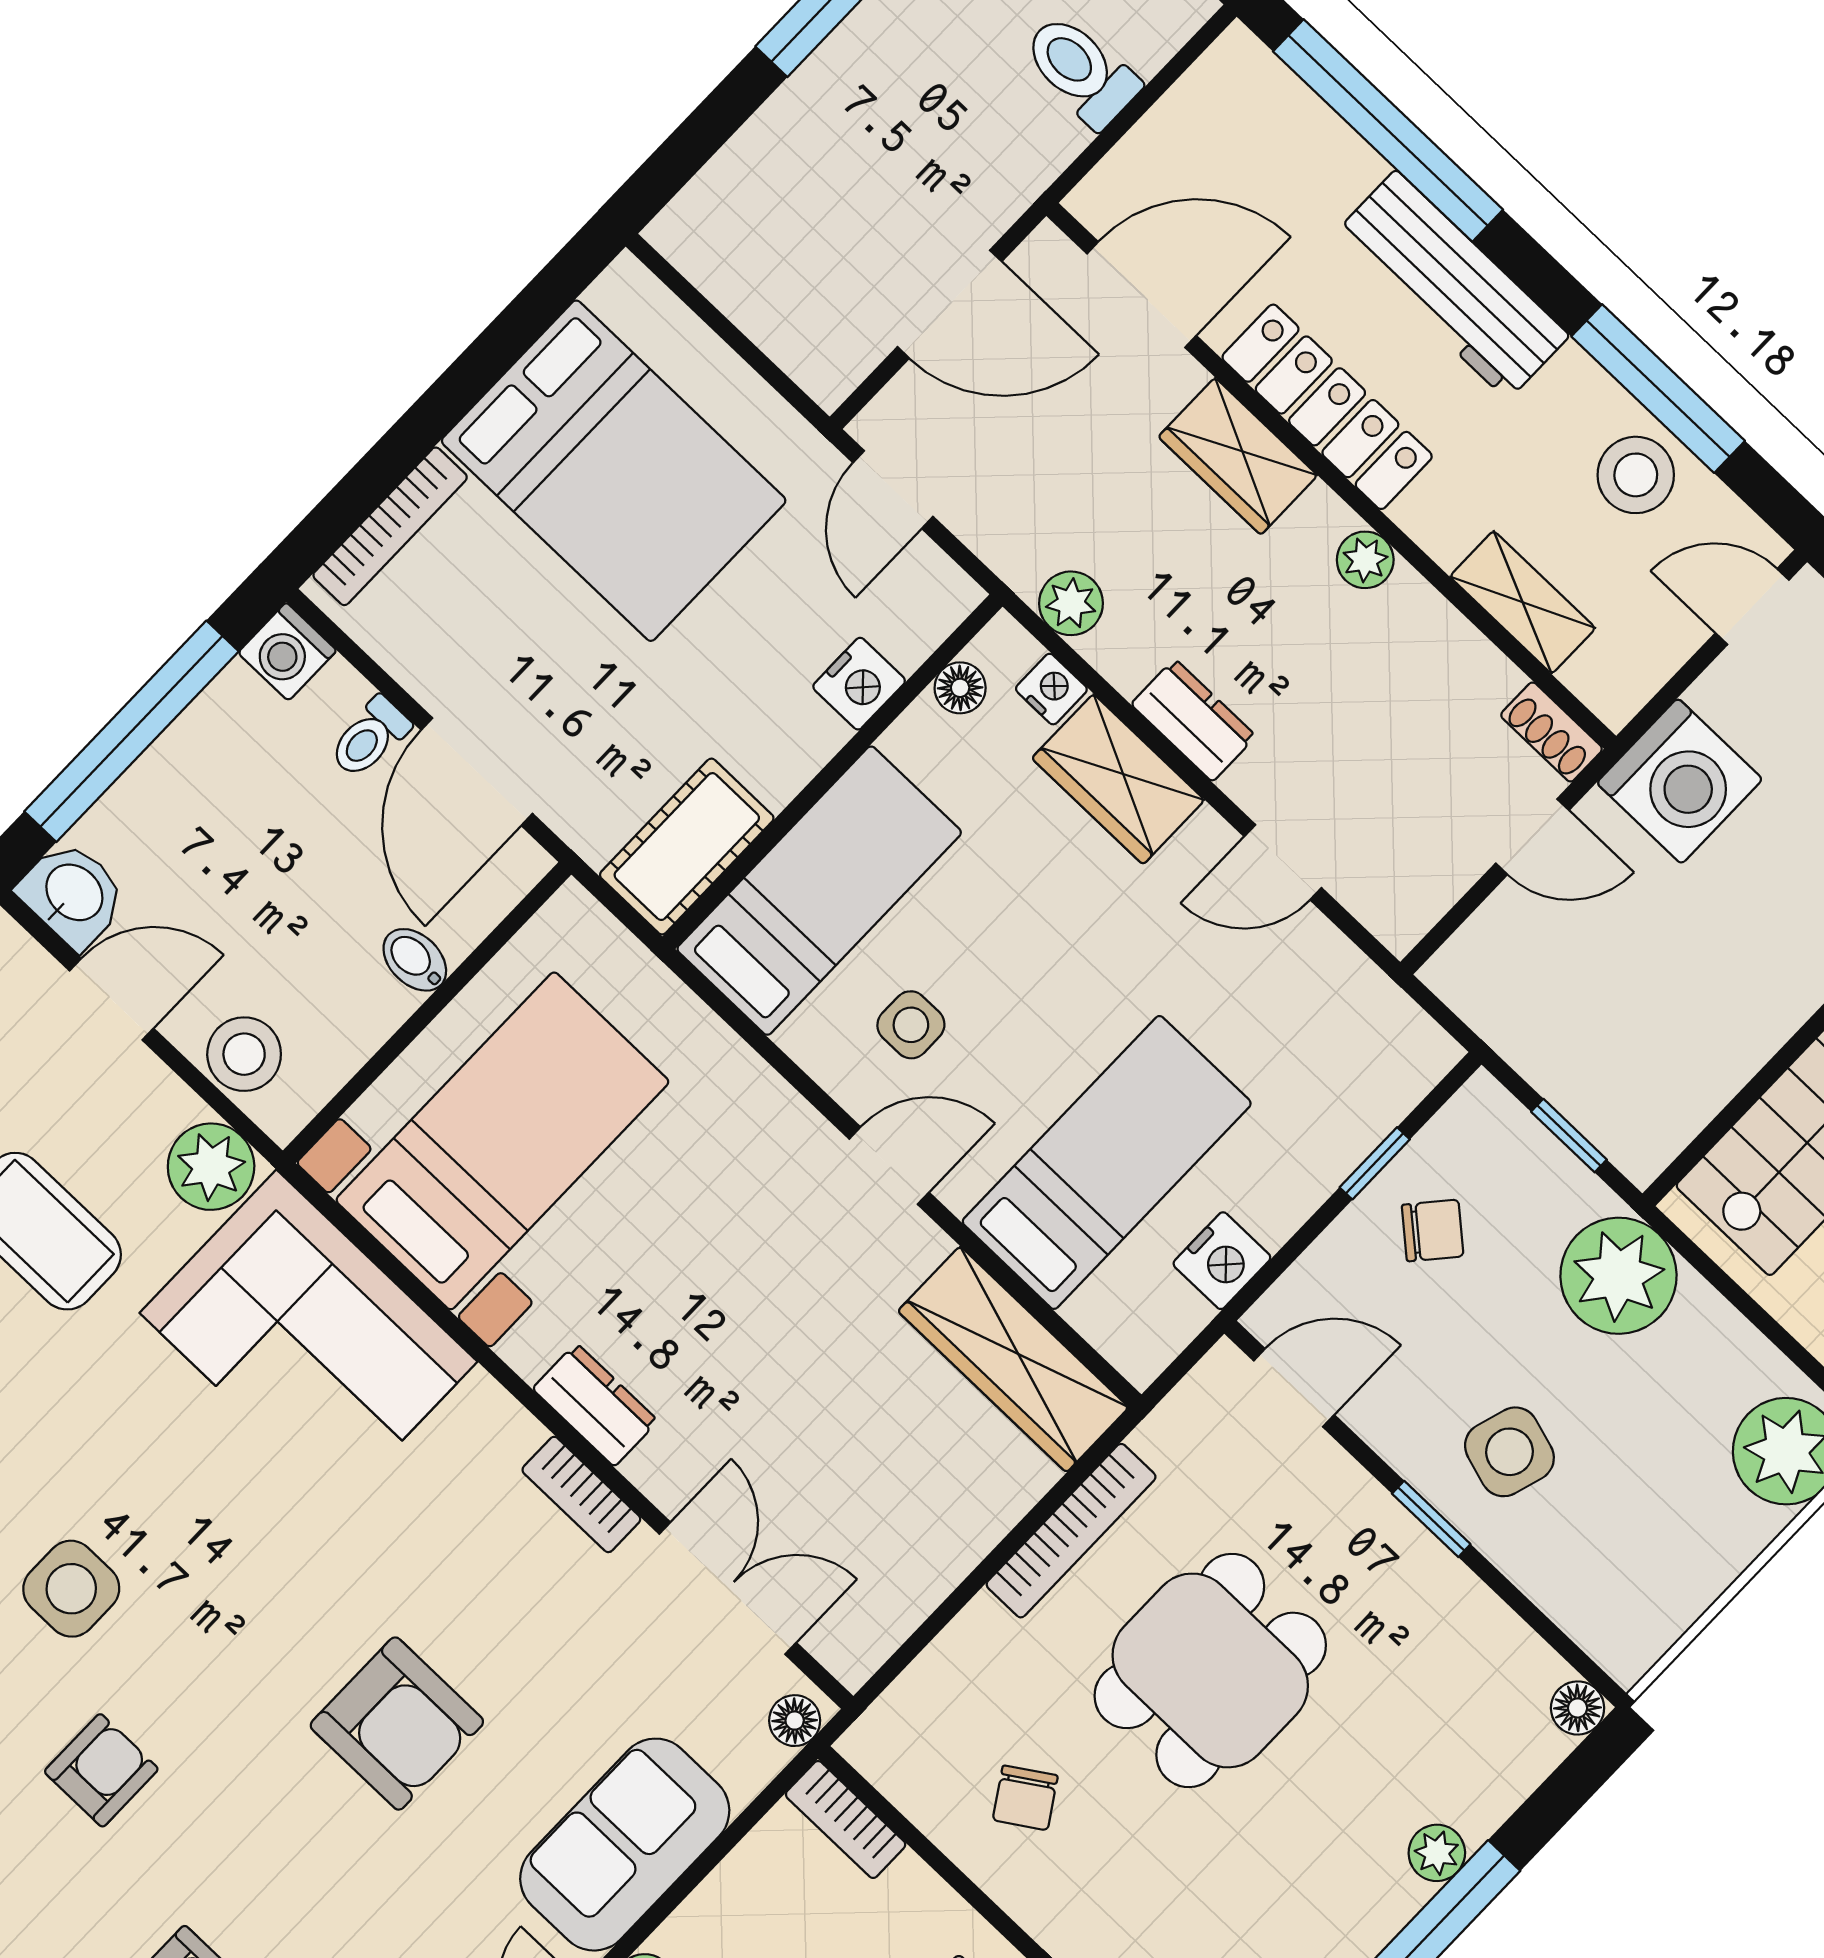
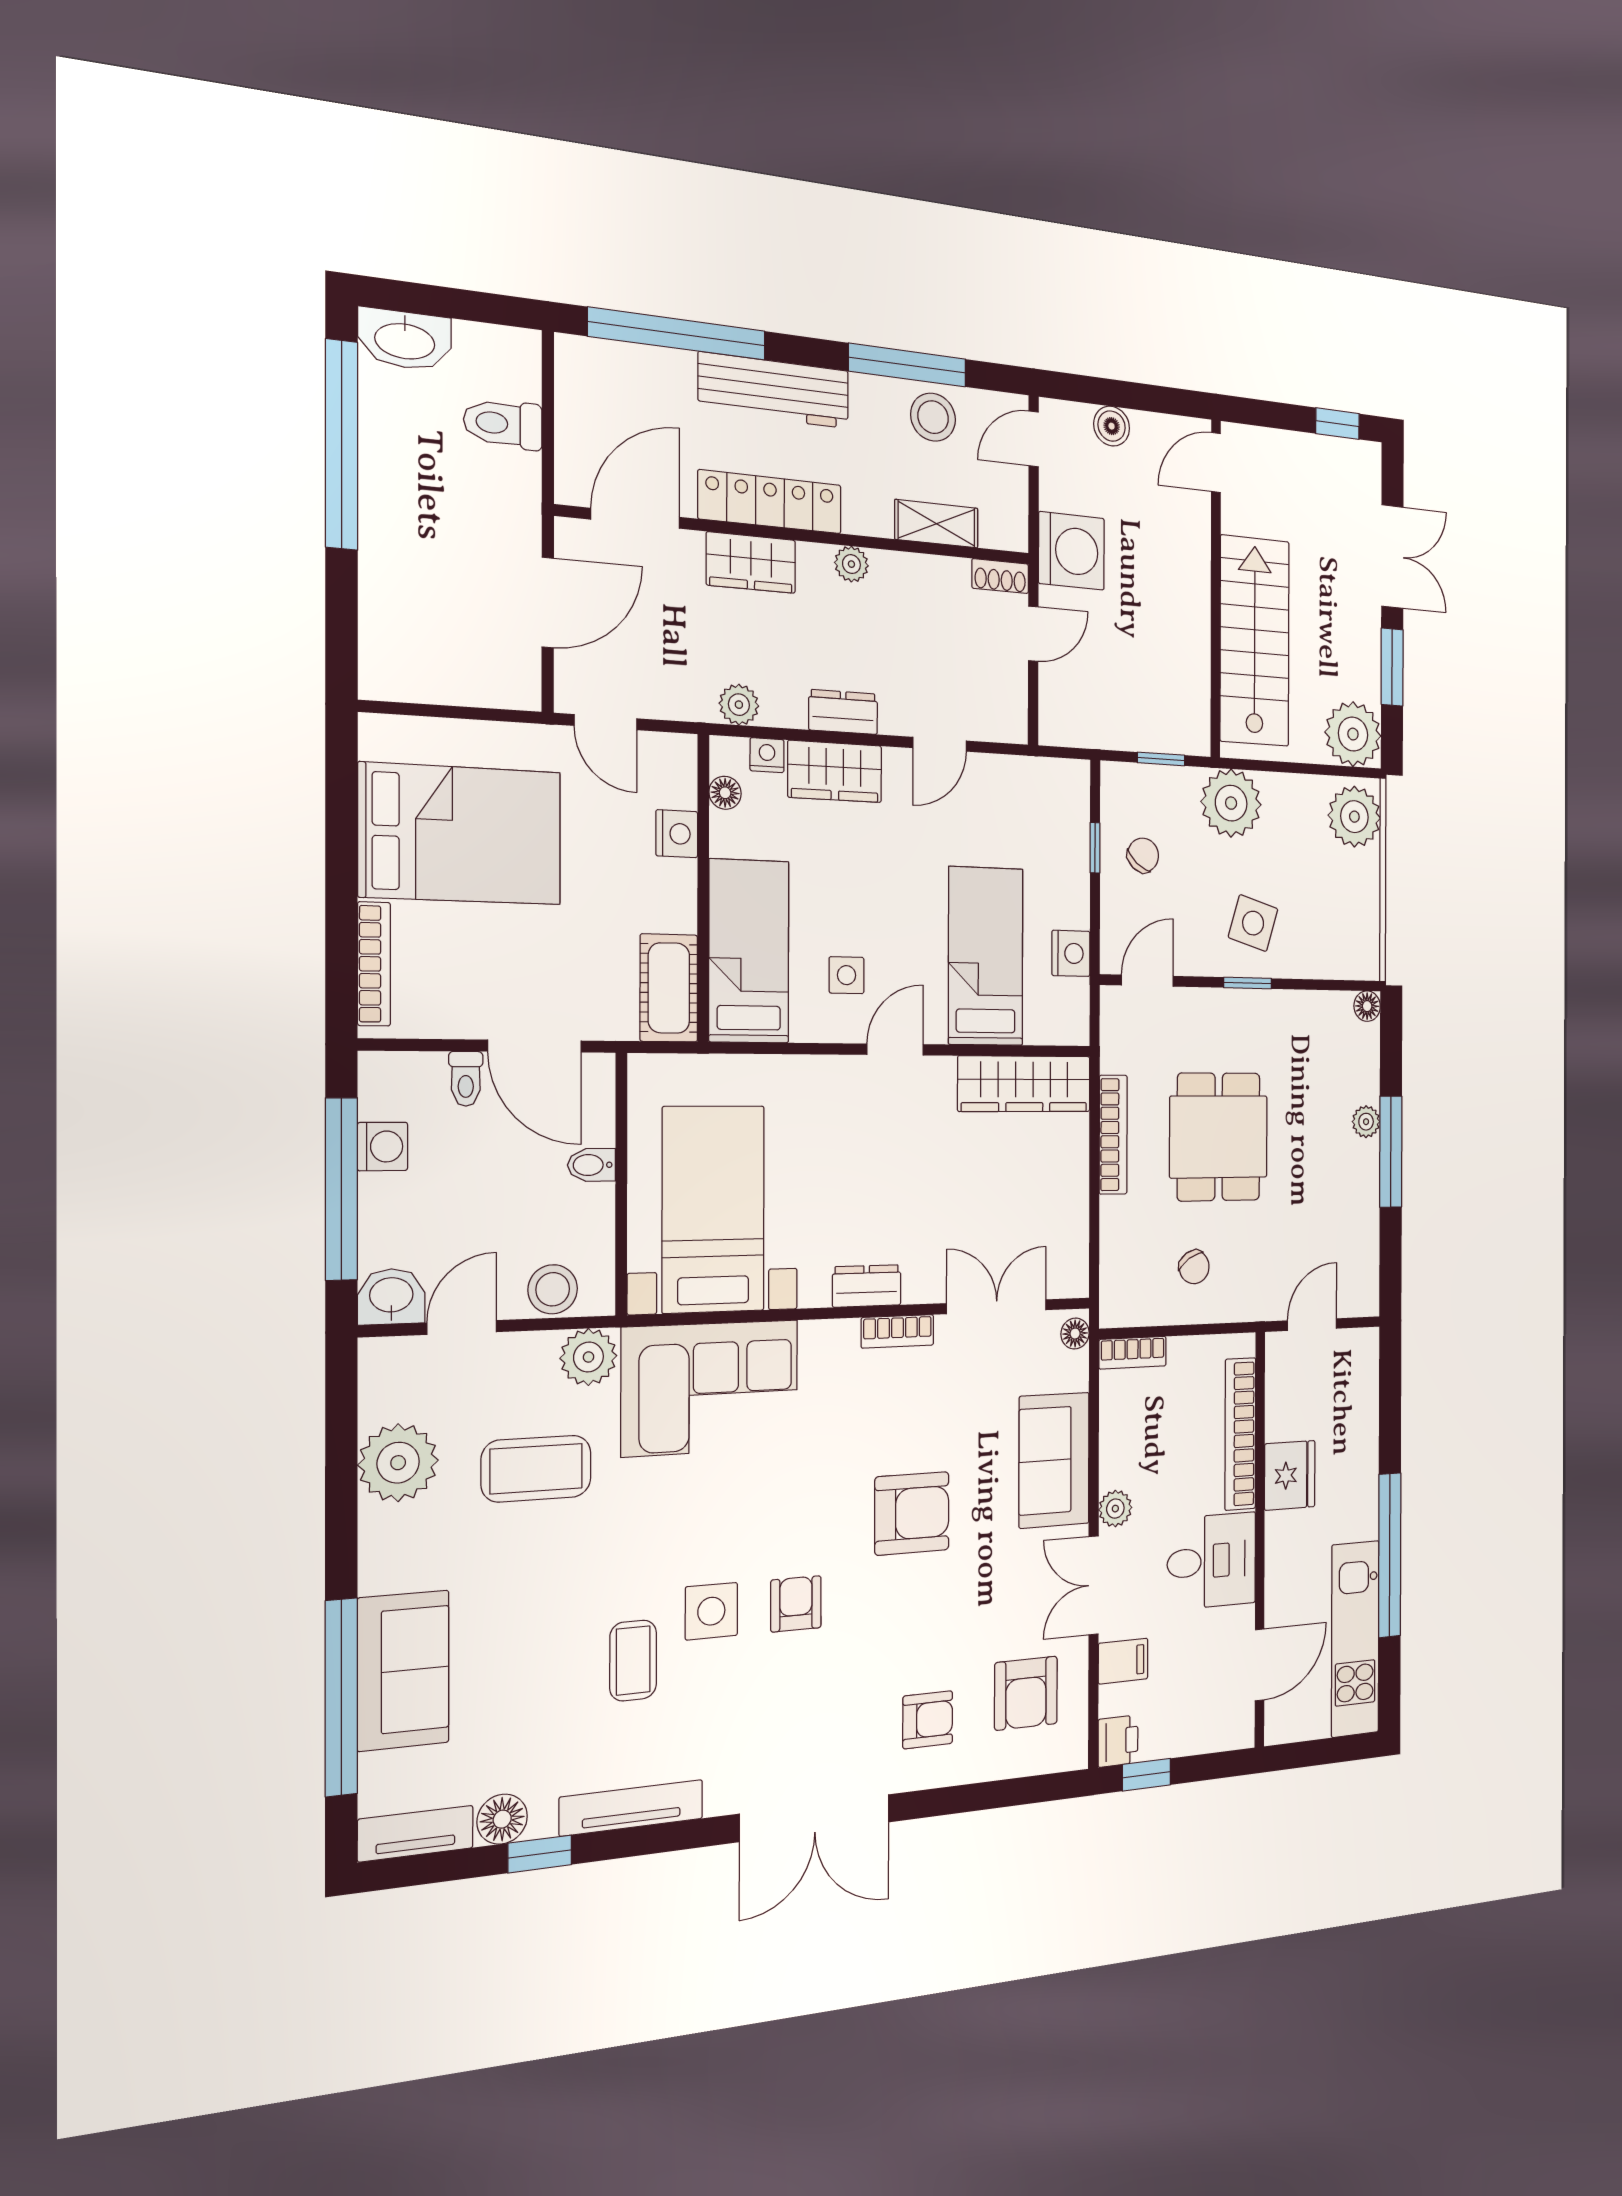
washing machine: (287, 652) -> (383, 1147), moved, turned -90
armchair: (101, 1770) -> (796, 1604), moved

